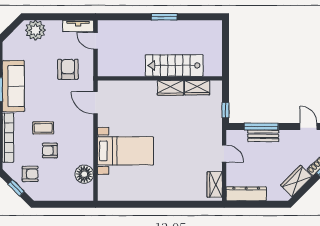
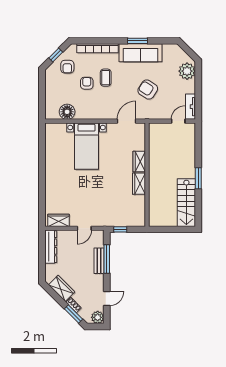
stairs: (174, 65) -> (186, 203), moved, turned 180
armchair: (68, 69) -> (148, 90), moved, turned -147
wardrobe: (197, 88) -> (139, 161), moved

